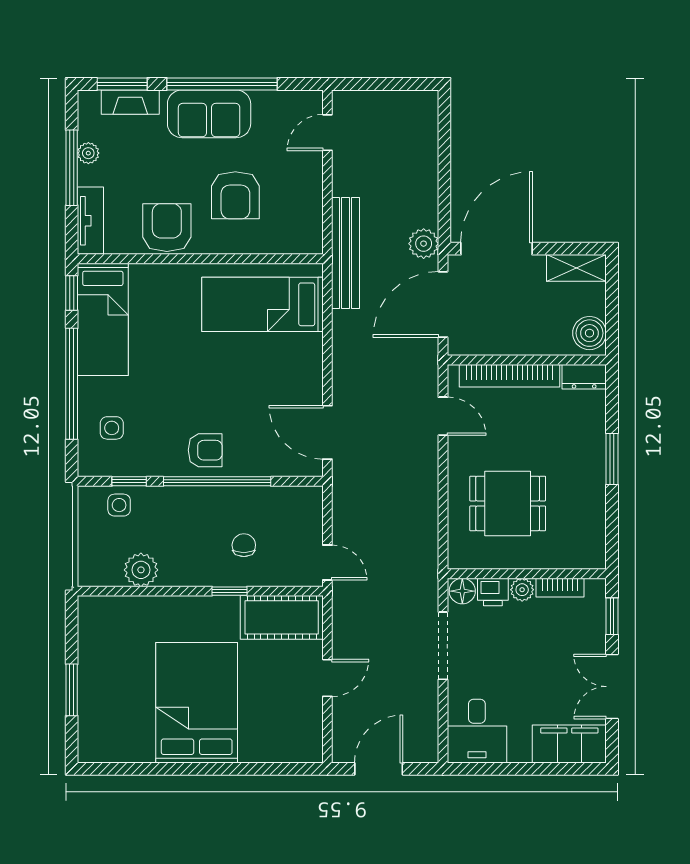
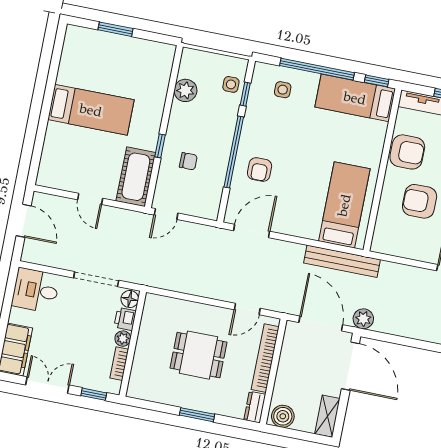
bench: (346, 253) -> (342, 261), moved
armchair: (205, 450) -> (260, 170), moved
dining table: (508, 503) -> (198, 355), moved, turned 90
bed: (197, 703) -> (91, 110), width x0.67

